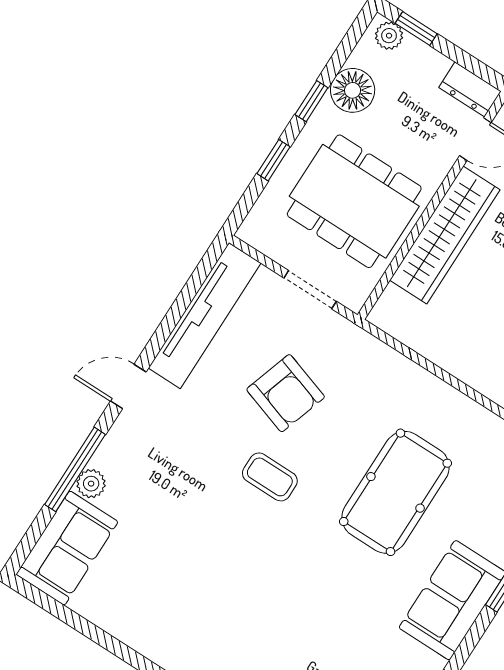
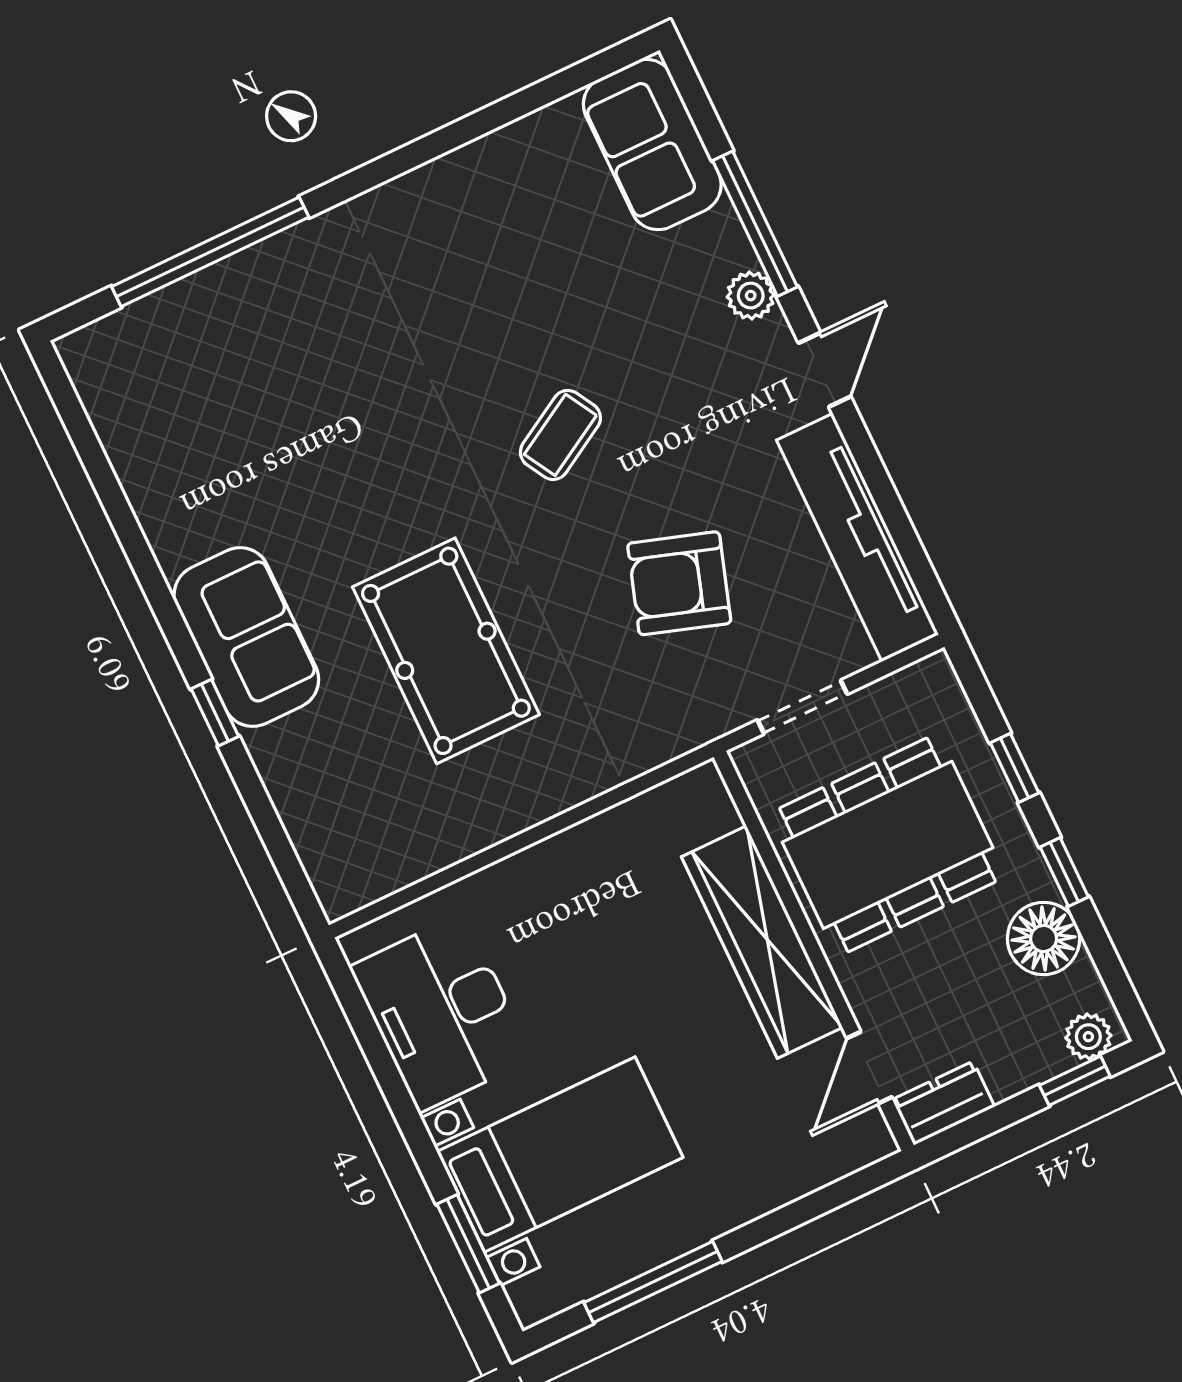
coffee table: (270, 477) -> (560, 435), moved, turned -30
plant: (91, 484) -> (751, 296), moved

